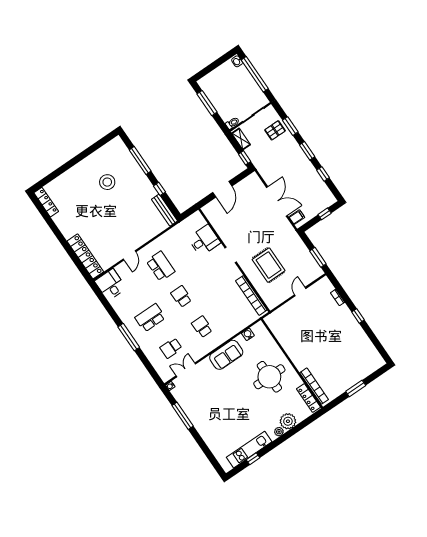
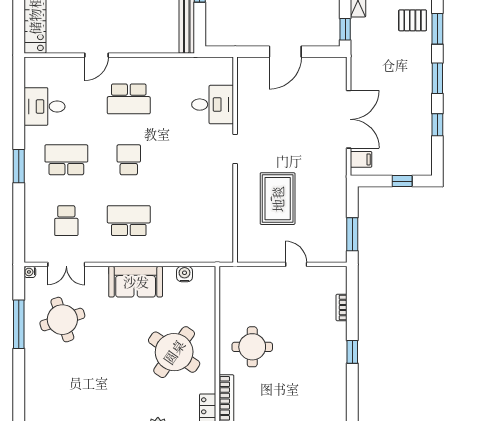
school desk: (161, 266) -> (129, 99), turned 90
desk: (110, 285) -> (44, 106), moved, turned -90
door: (300, 292) -> (296, 264), hinge flipped
bookcase: (251, 295) -> (225, 224), removed
school desk: (202, 327) -> (129, 221), width x1.85
window: (129, 337) -> (19, 166), width x0.69
round table: (306, 347) -> (252, 347), added
school desk: (171, 348) -> (66, 221), turned -90
double door: (186, 370) -> (66, 264), swing flipped
round table: (269, 377) -> (174, 352), turned 35
round table: (203, 399) -> (62, 320), added

